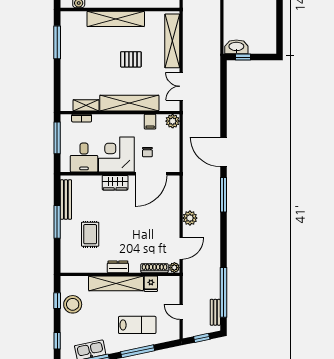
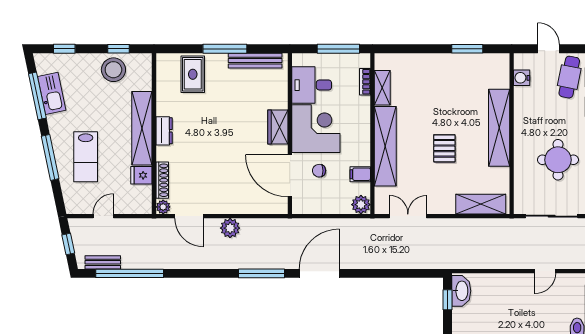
shelving: (172, 41) -> (481, 204), width x0.68
window: (57, 42) -> (467, 49), width x0.69
rug: (90, 234) -> (193, 74), moved, turned 90

